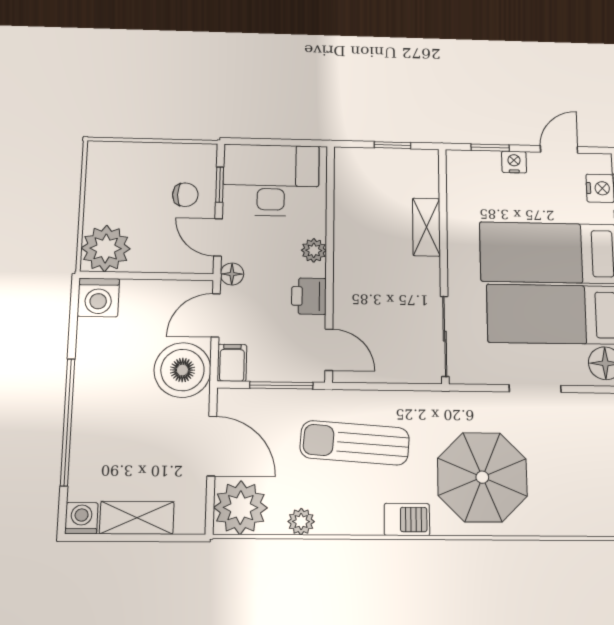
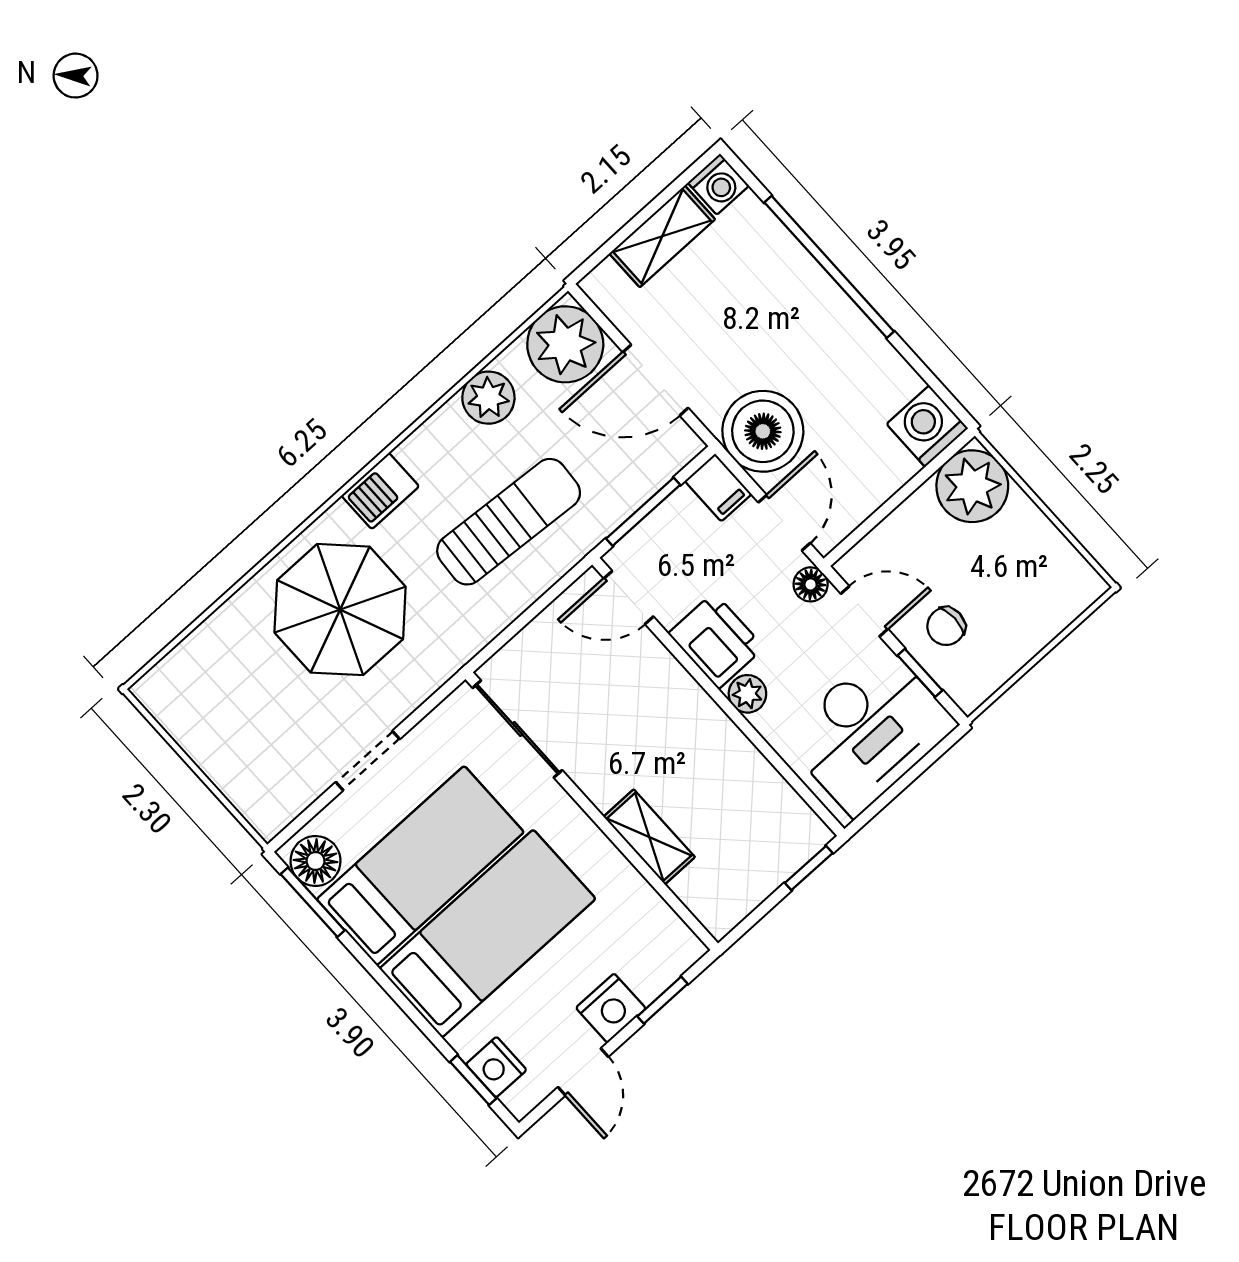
window: (393, 145) -> (809, 868), moved
nightstand: (514, 162) -> (611, 1008), width x1.39, depth x1.35
printer: (309, 296) -> (716, 641), width x1.36, depth x1.24
plant: (301, 522) -> (488, 398), width x1.38, depth x1.38

